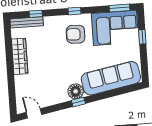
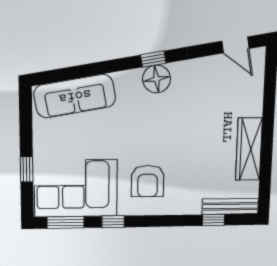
window: (75, 11) -> (113, 222), moved
armchair: (76, 34) -> (148, 181), turned 88
sofa: (111, 78) -> (75, 96), width x0.74, depth x0.79

